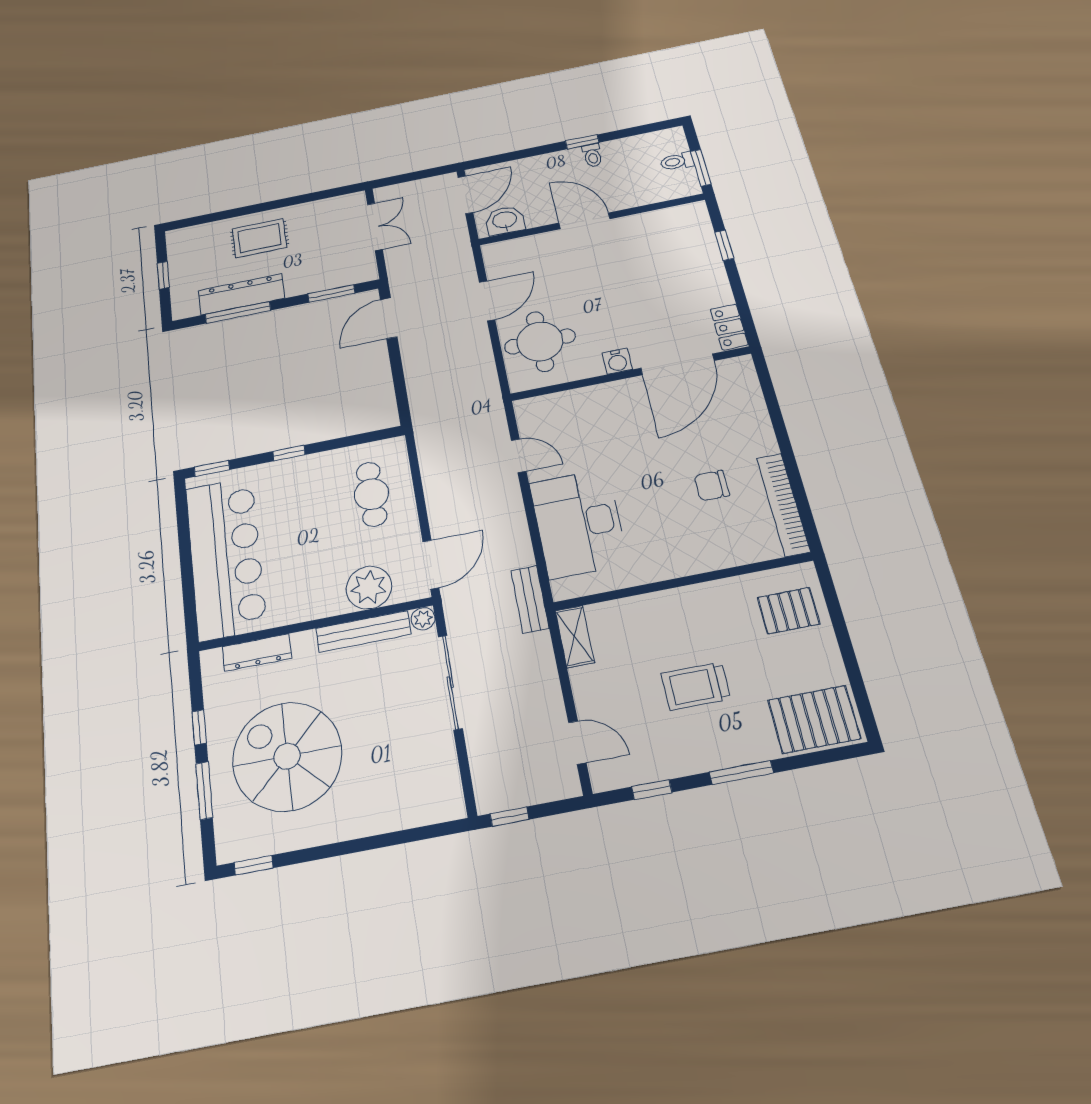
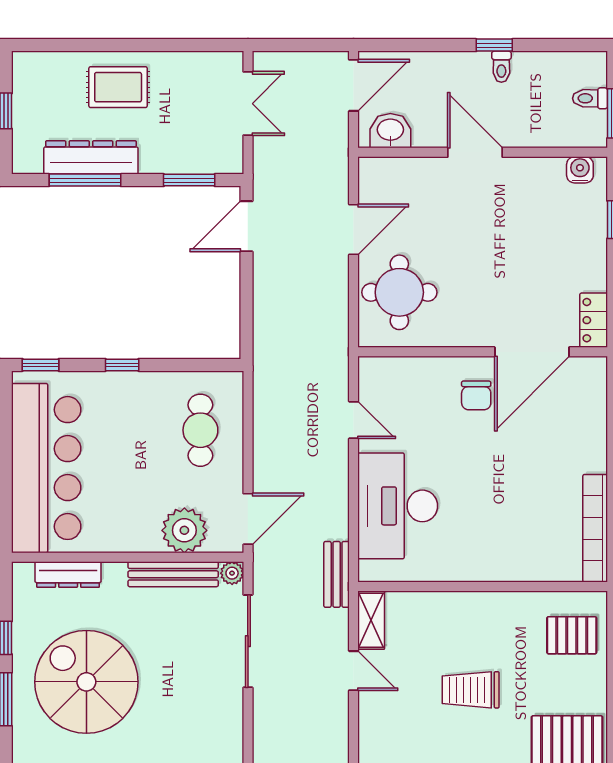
water cooler: (617, 361) -> (580, 170), moved, turned 180
chair: (712, 486) -> (476, 395), moved, turned -90
door: (577, 743) -> (354, 671), moved

